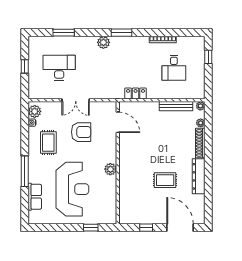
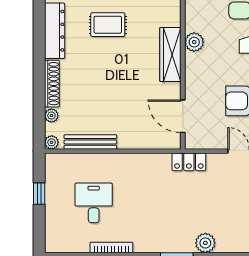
window: (208, 57) -> (39, 194), moved
locker: (136, 94) -> (189, 162), moved
wardrobe: (125, 161) -> (170, 54), added

